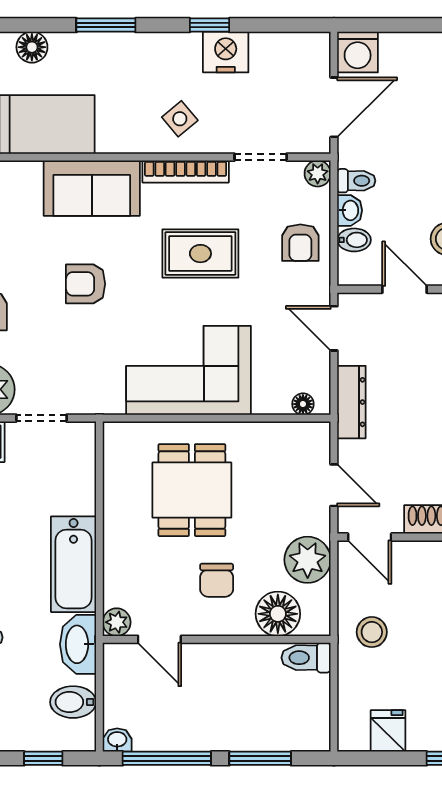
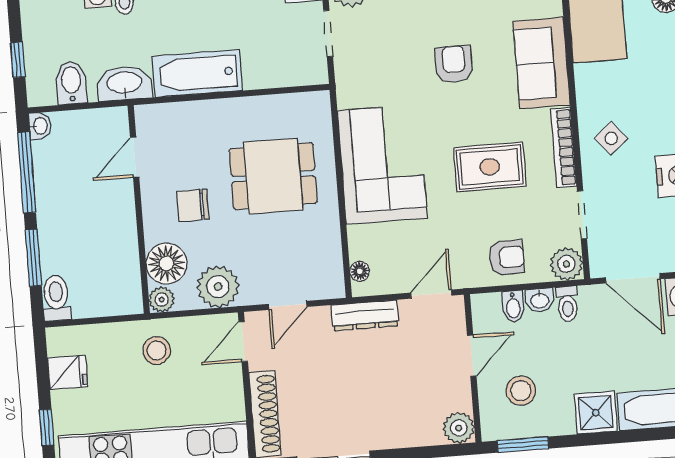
plant: (318, 174) -> (566, 264), width x1.38, depth x1.38
armchair: (300, 243) -> (507, 257), turned 180
rug: (200, 254) -> (490, 167), turned 90
plant: (117, 622) -> (162, 300), moved
toilet: (306, 658) -> (56, 298), moved

